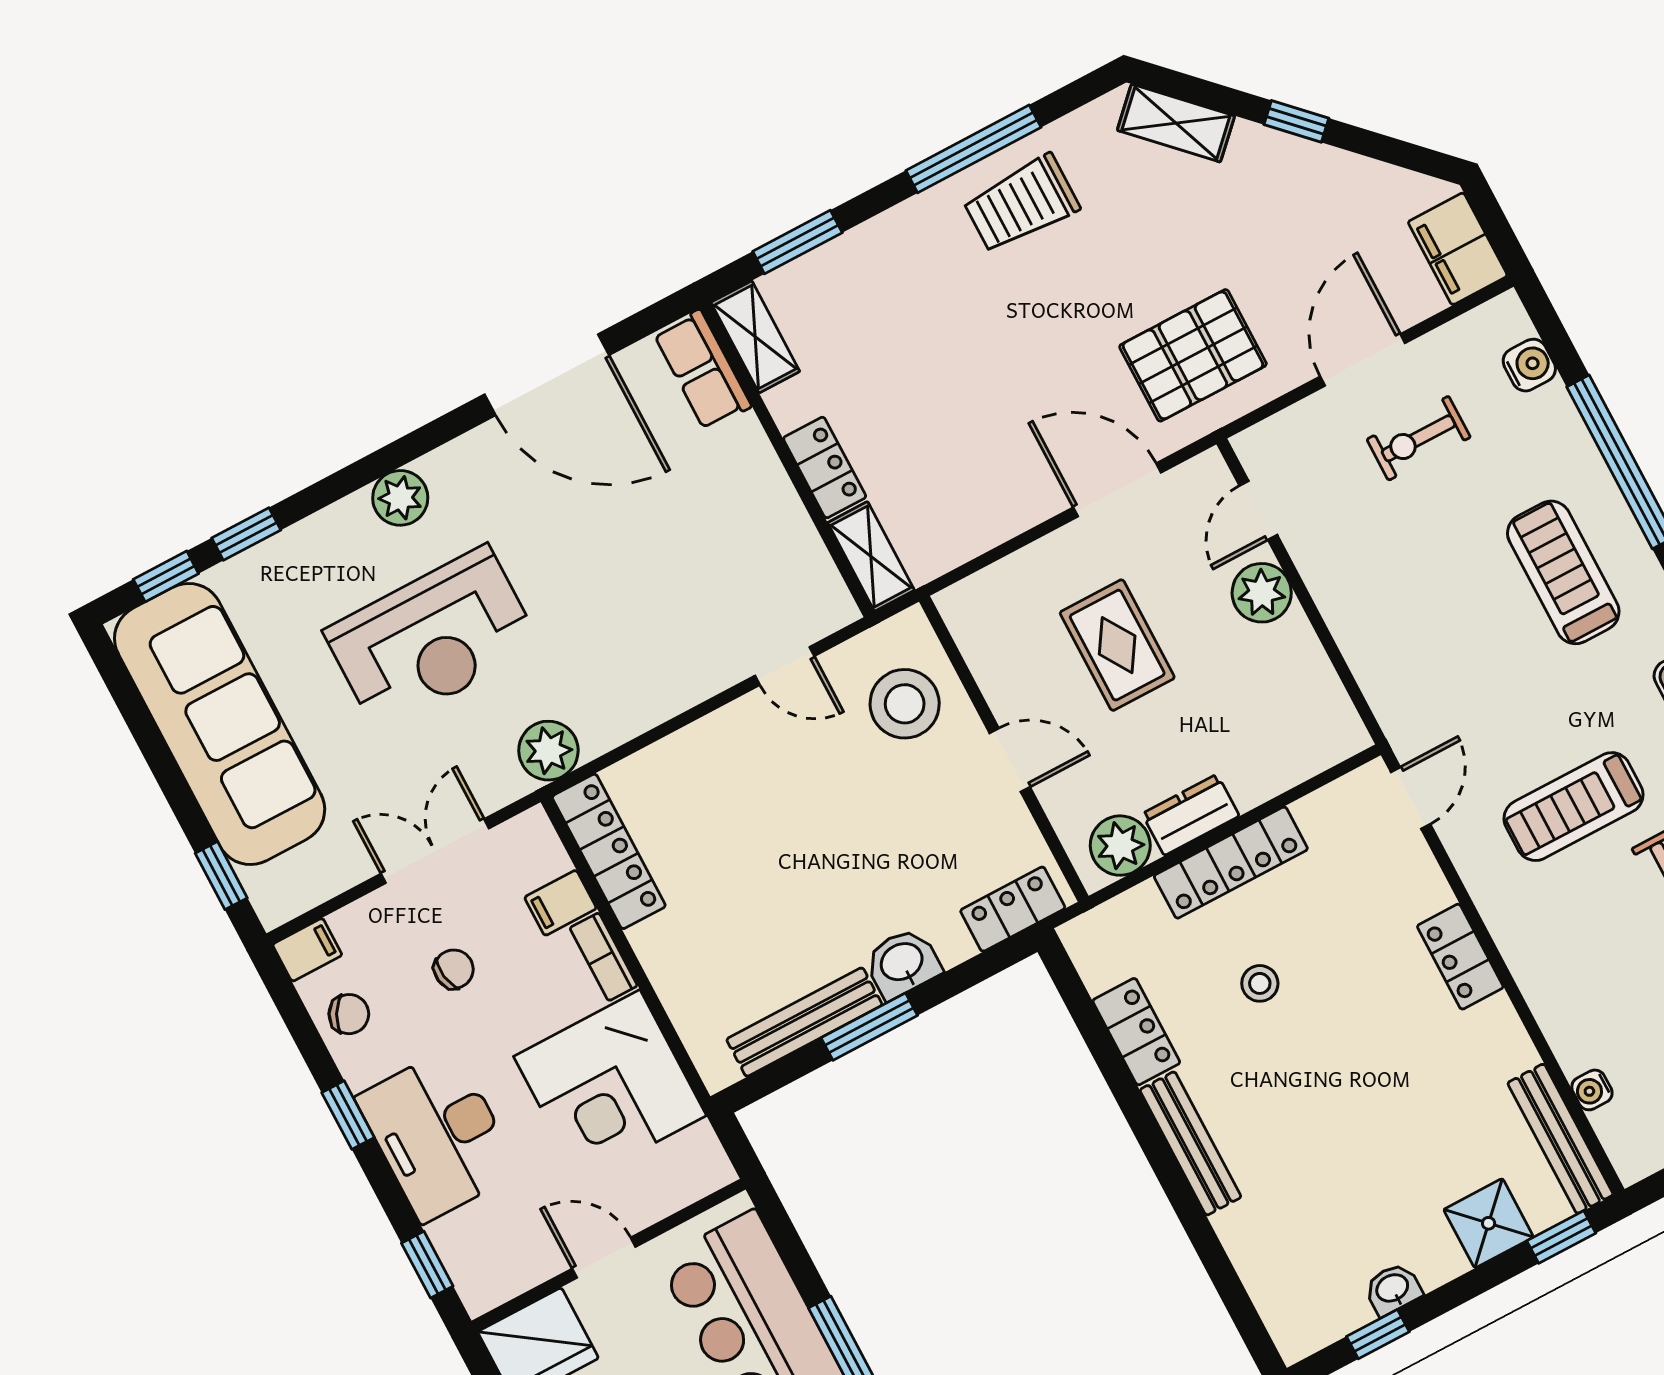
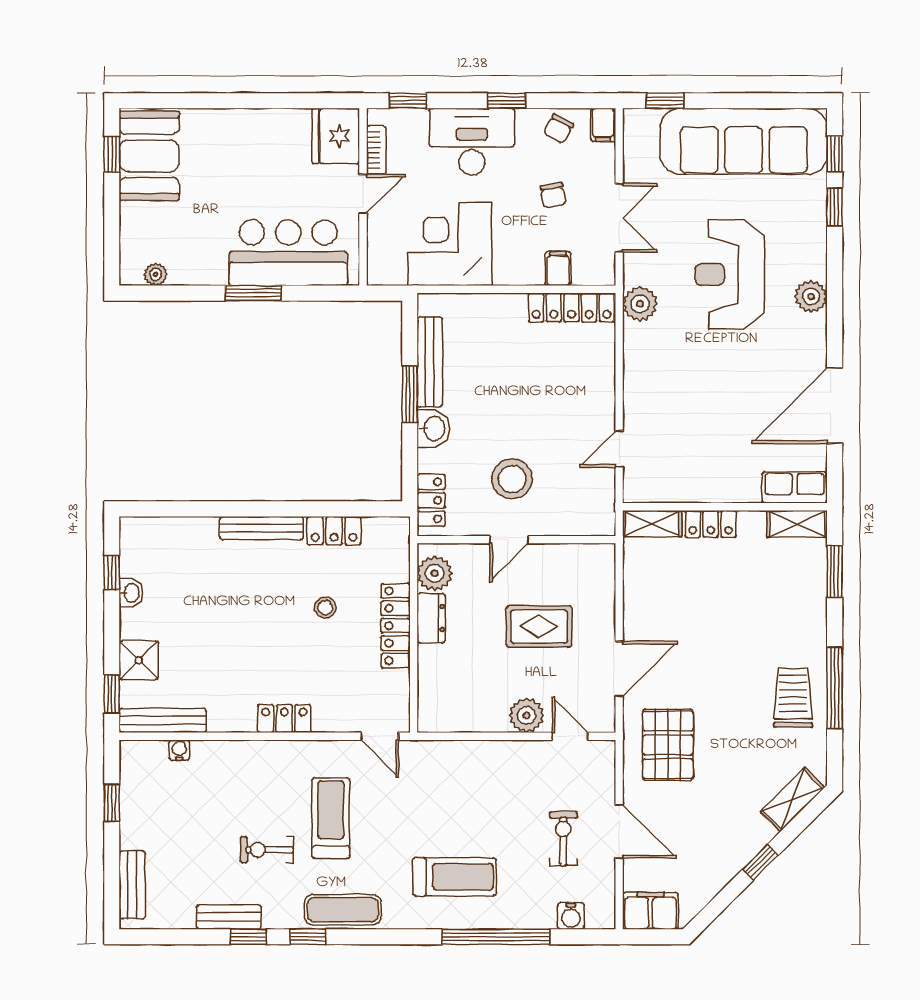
stool: (905, 704) -> (512, 479), moved
bookcase: (604, 957) -> (376, 150), moved, turned 90

